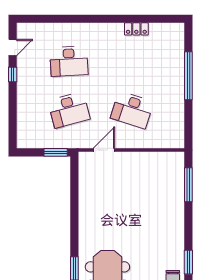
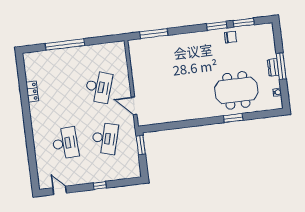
window: (13, 74) -> (100, 185), moved
desk: (69, 110) -> (105, 138), turned 30

